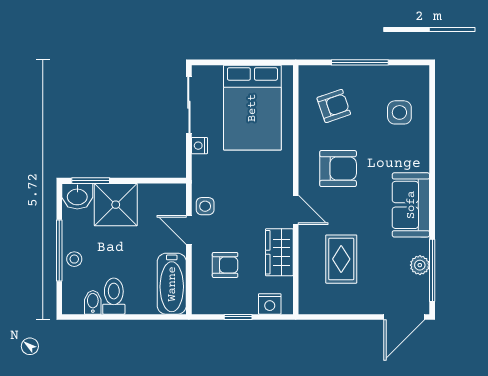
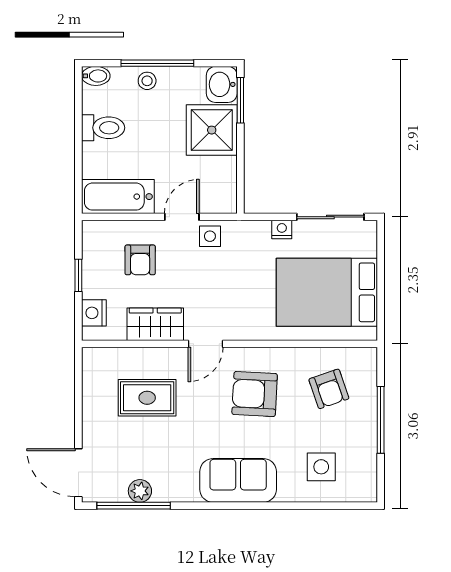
armchair: (338, 169) -> (255, 394), turned 93
sofa: (411, 205) -> (238, 480), moved
bidet: (93, 302) -> (96, 76), moved

